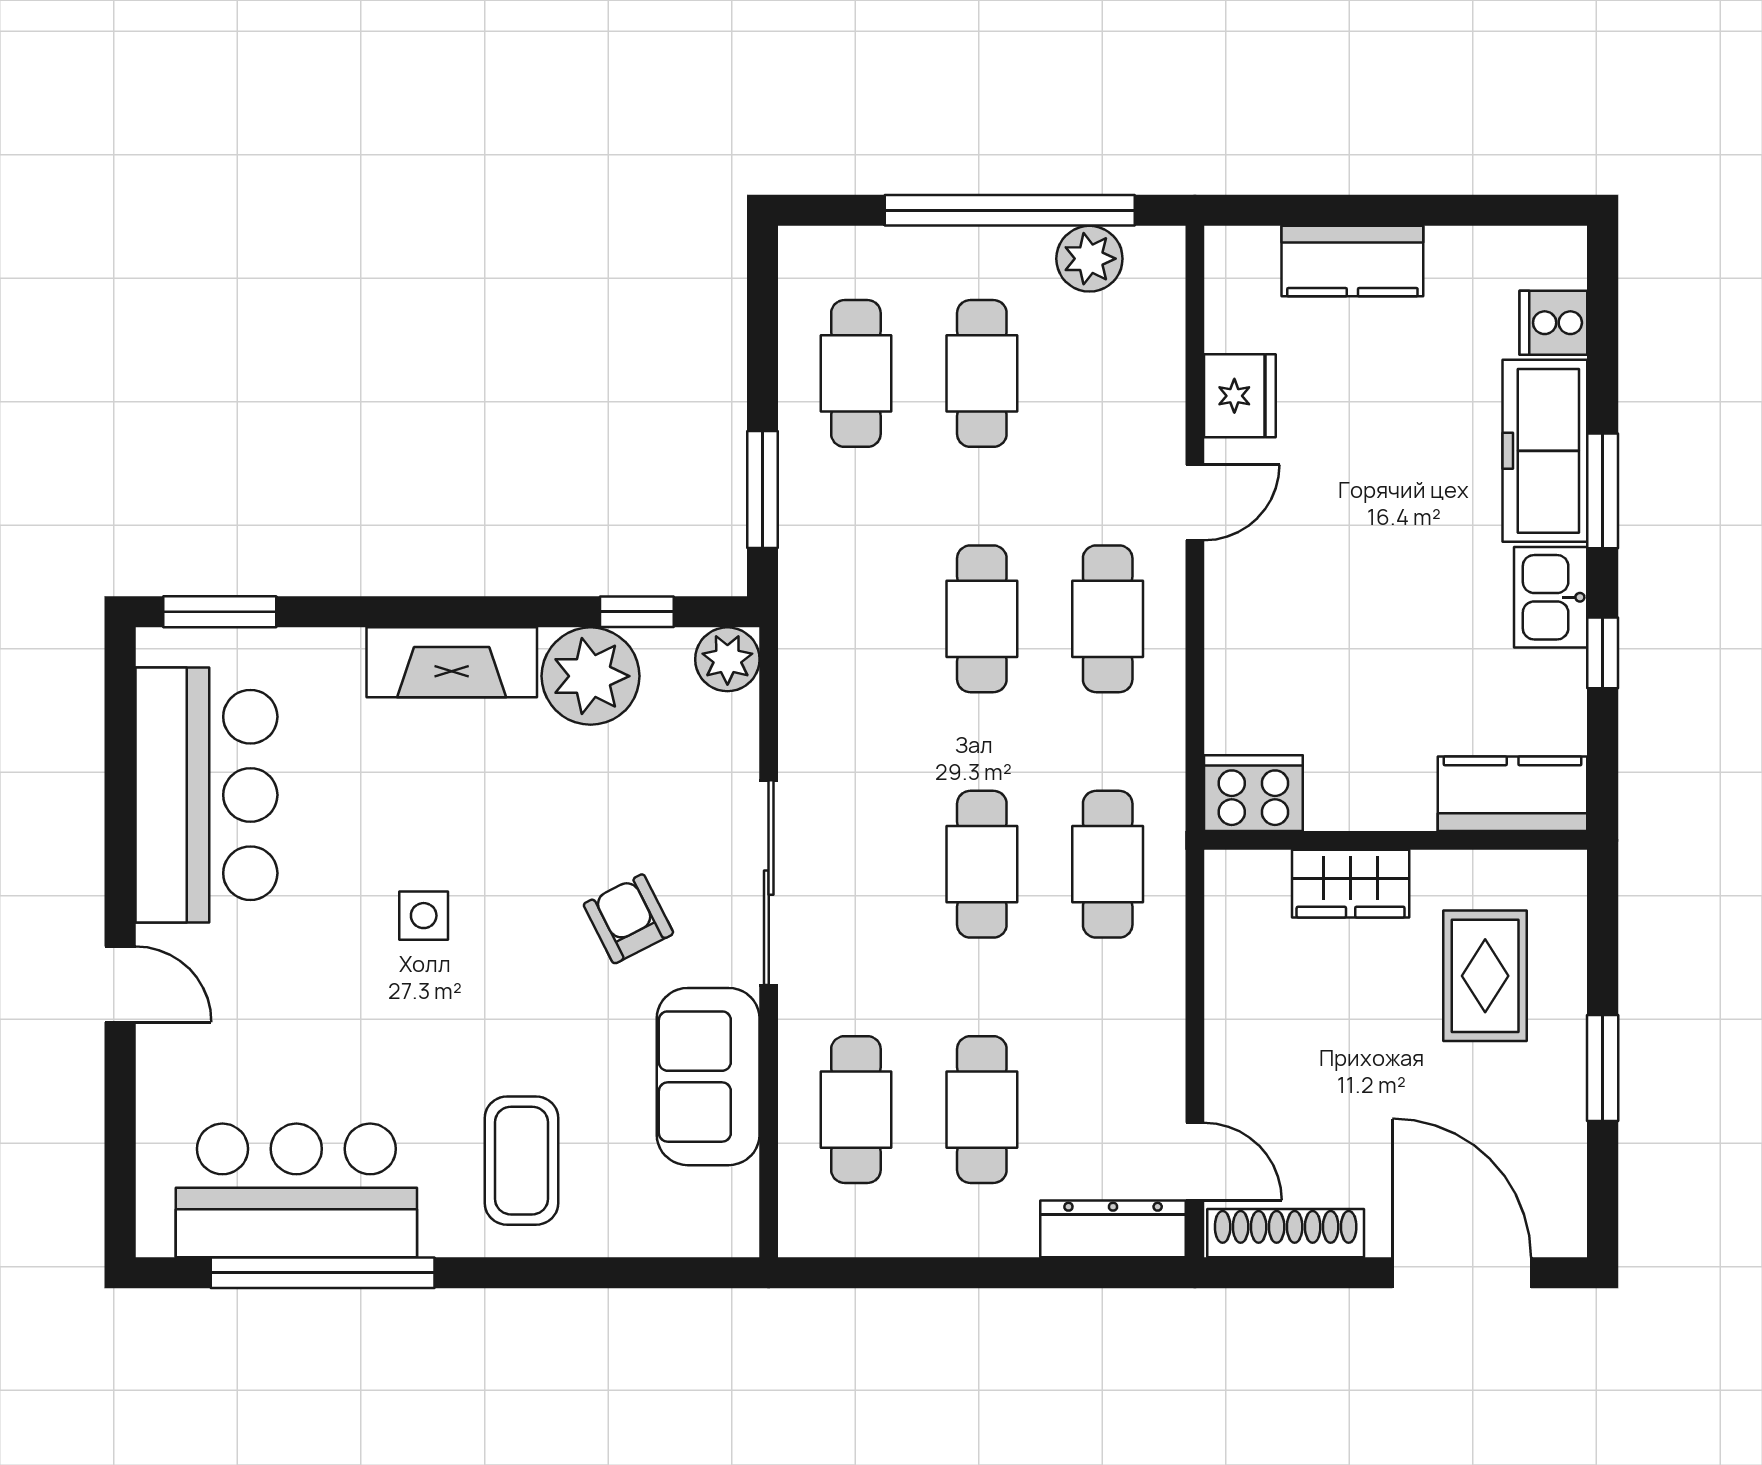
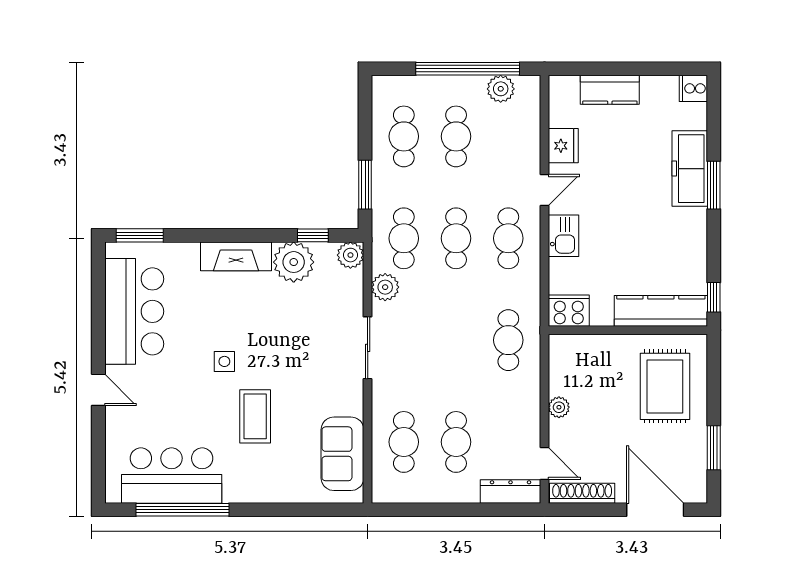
cooker: (1553, 323) -> (693, 88), moved
kitchen sink: (1551, 597) -> (564, 236), moved, turned 180
window: (1603, 653) -> (714, 297), moved
plant: (811, 737) -> (385, 287), added
kitchen counter: (1513, 794) -> (661, 311), width x1.50
cafe table: (982, 864) -> (404, 238), moved
sliding door: (769, 883) -> (368, 348), width x0.73
wardrobe: (1351, 884) -> (609, 348), removed
armchair: (628, 919) -> (309, 363), removed
rug: (1485, 976) -> (665, 386), width x1.36, depth x1.43
plant: (1230, 1026) -> (559, 407), added
window: (1603, 1068) -> (714, 448), moved
sofa: (708, 1077) -> (342, 454), moved
coffee table: (522, 1161) -> (255, 416), moved

